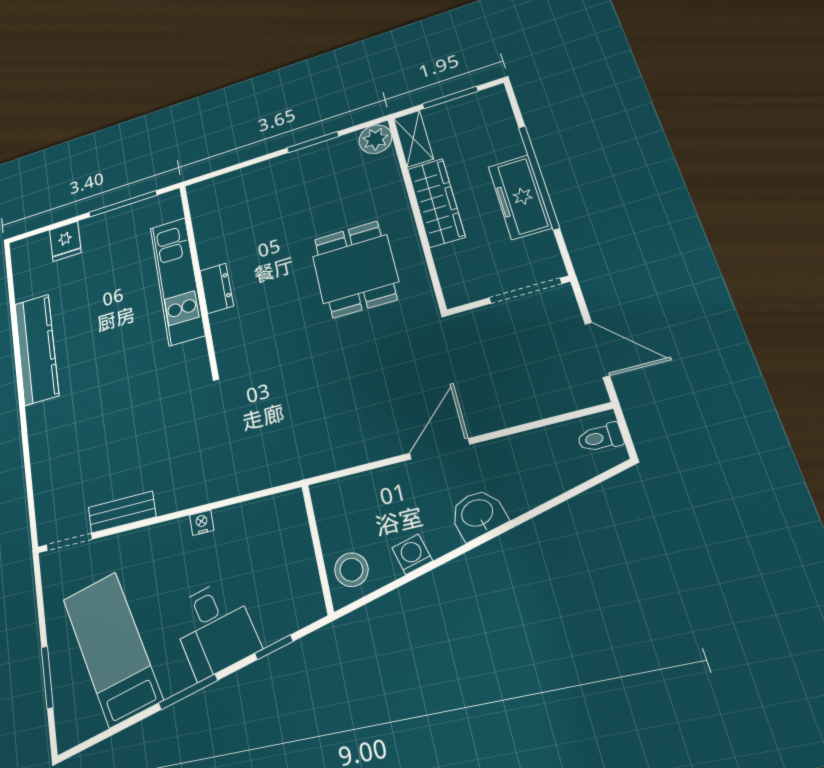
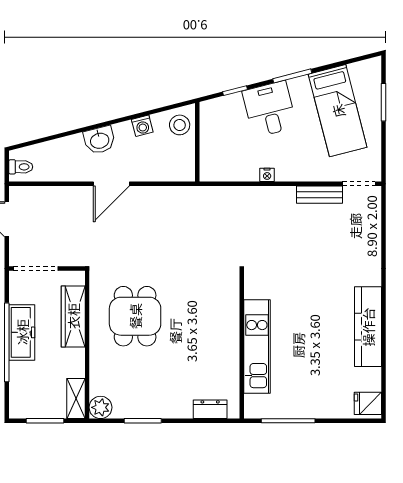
wardrobe: (436, 203) -> (73, 316), moved
fridge: (65, 241) -> (368, 403), moved, turned -90
dresser: (217, 288) -> (210, 409), moved, turned 90

